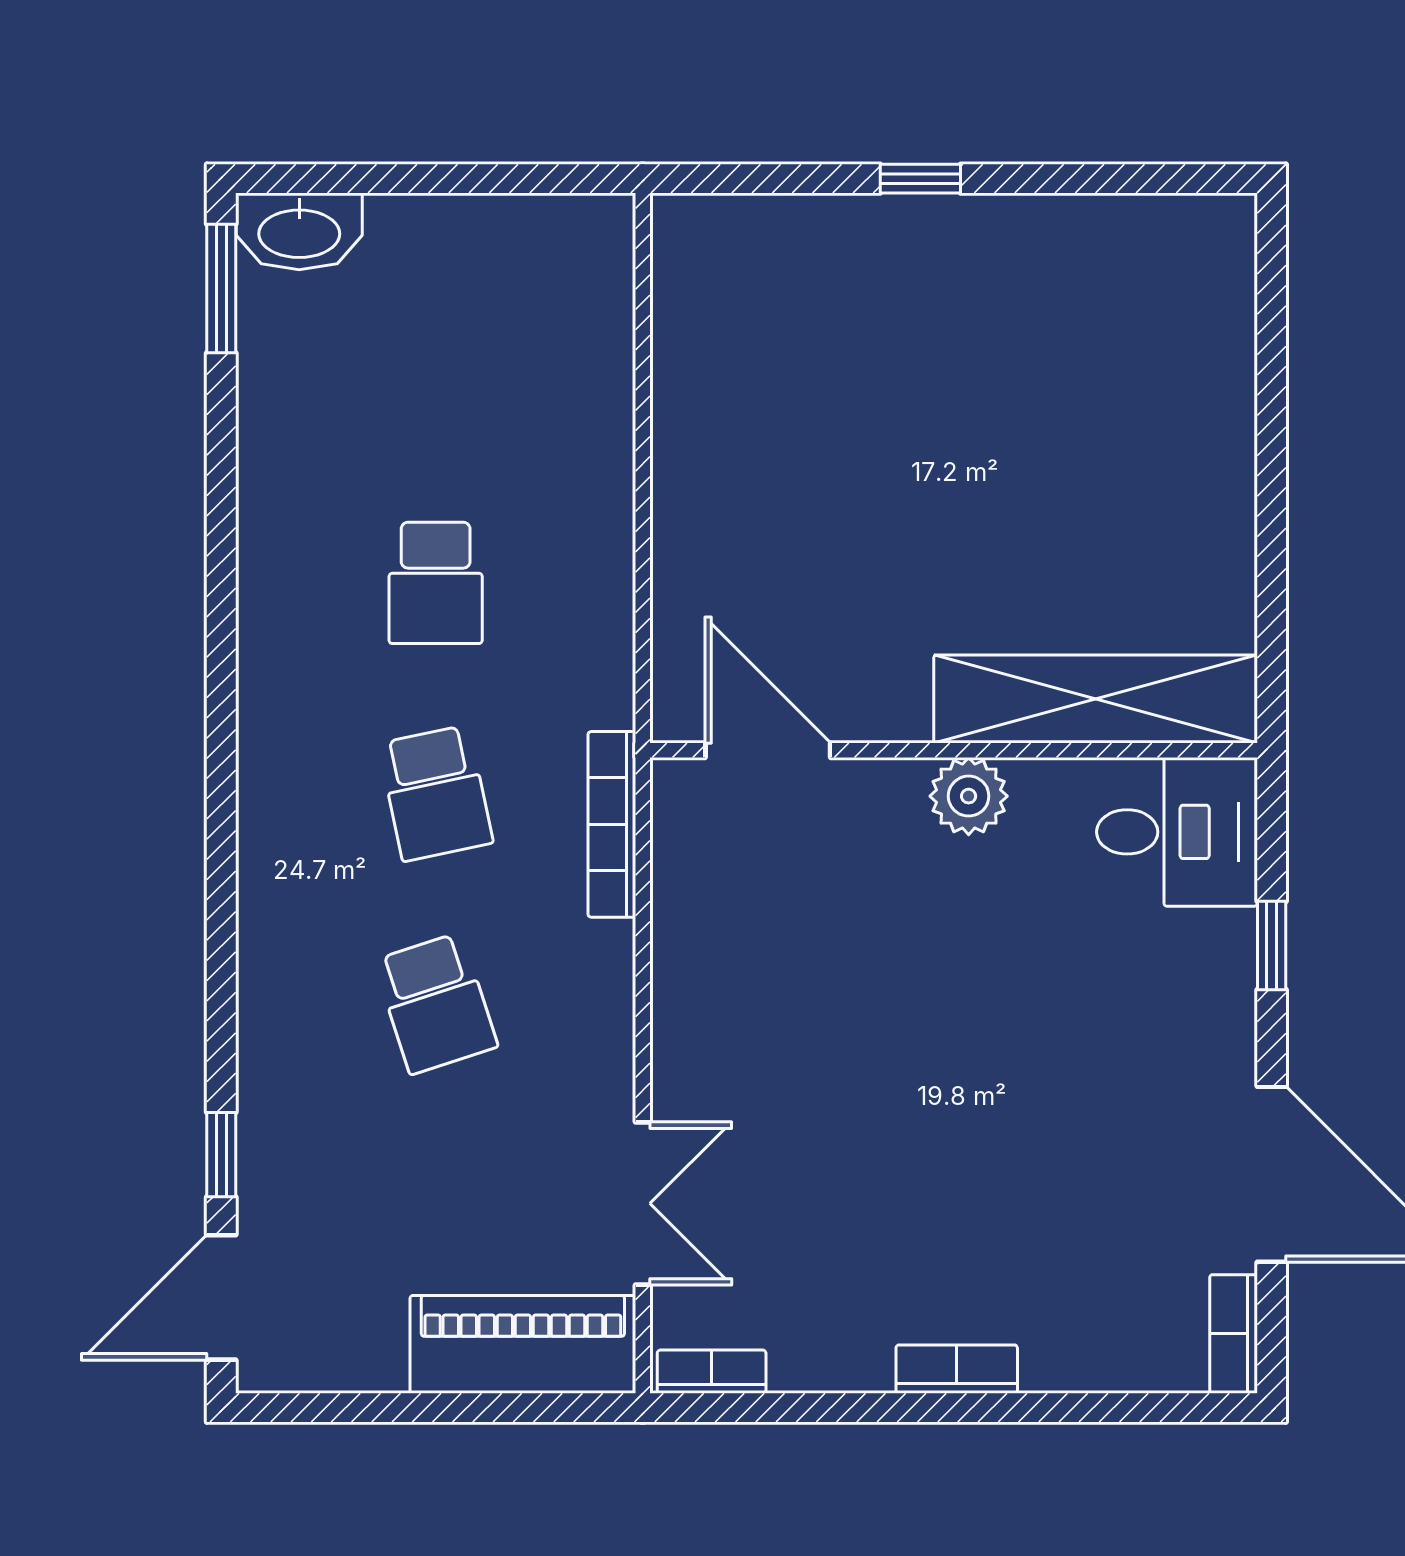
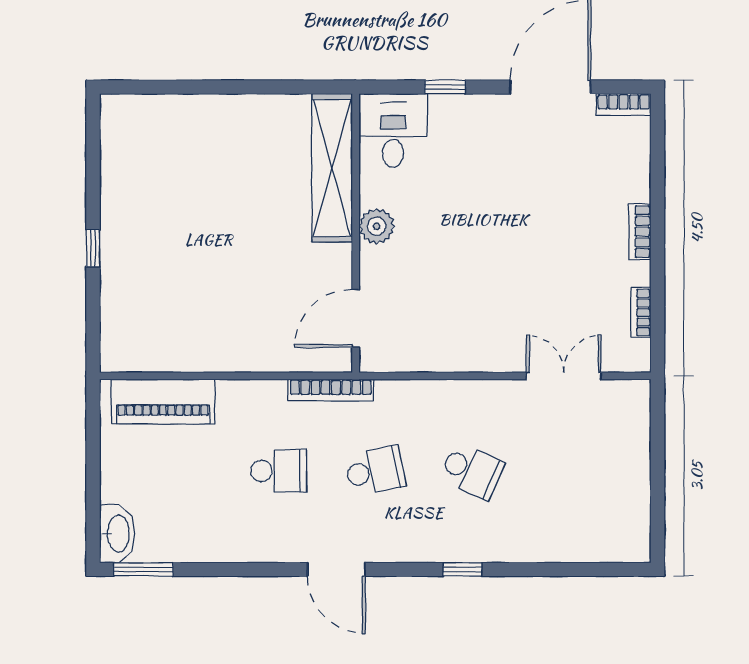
bookcase: (612, 824) -> (331, 390), moved
school desk: (436, 1003) -> (472, 471), turned 42
window: (221, 1155) -> (462, 569), moved
door: (221, 1297) -> (336, 569), moved
piano: (523, 1344) -> (163, 402), moved, turned -90
bookcase: (712, 1372) -> (641, 313), moved

